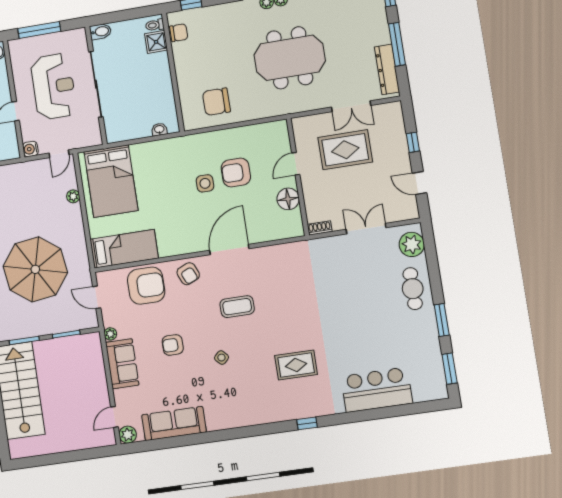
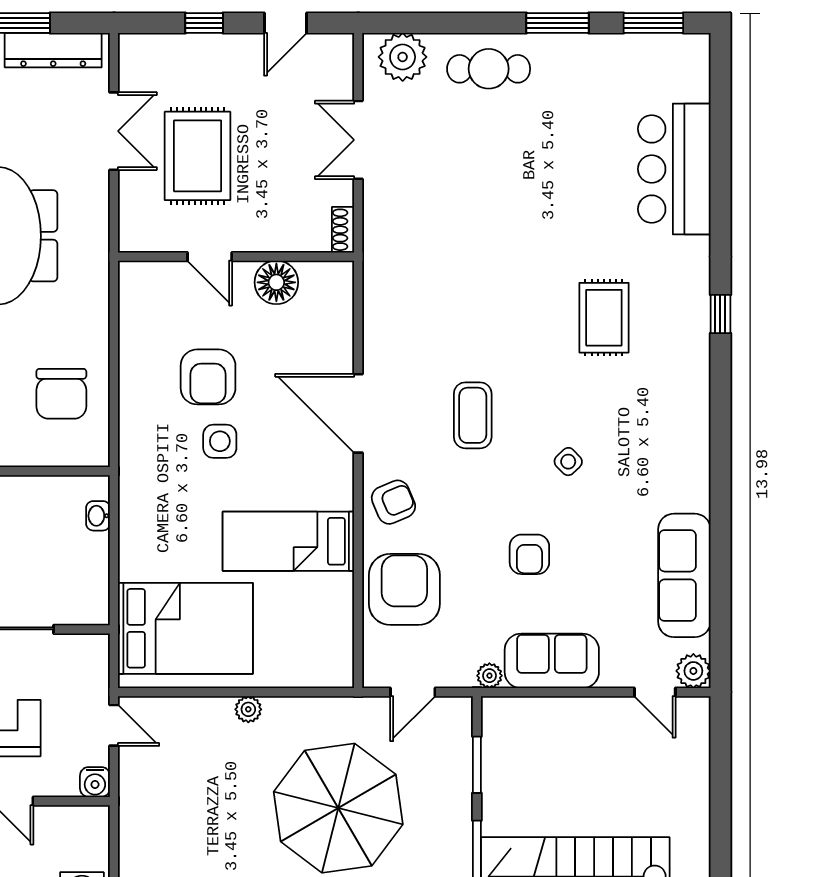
plant: (73, 196) -> (248, 709), moved
bed: (124, 249) -> (288, 541), moved, turned -90

